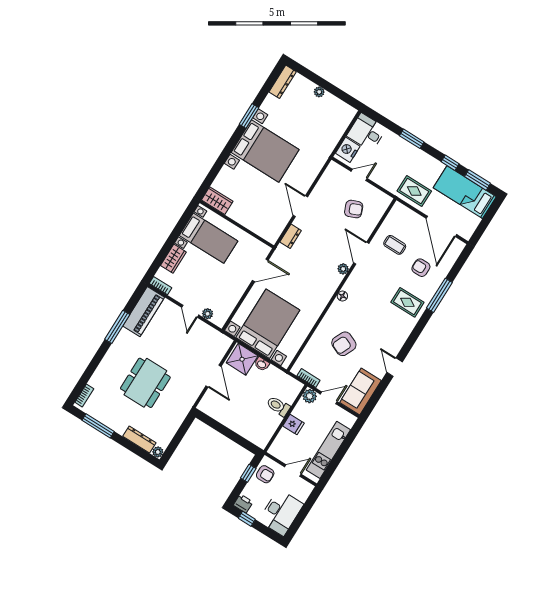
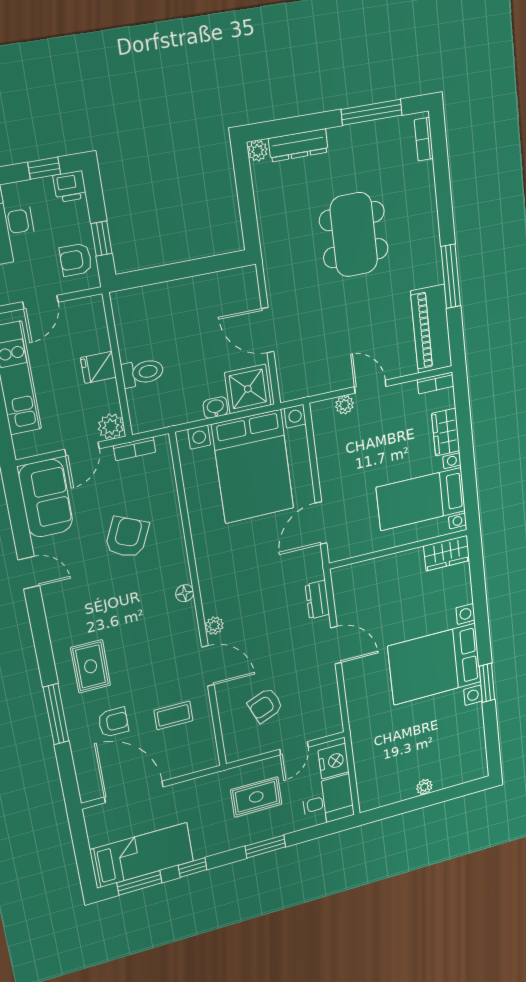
dresser: (283, 82) -> (478, 756), removed
rug: (414, 191) -> (256, 797), moved
rug: (407, 302) -> (91, 666), turned 90

